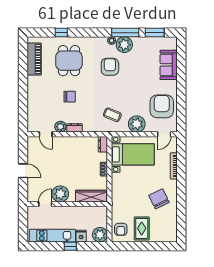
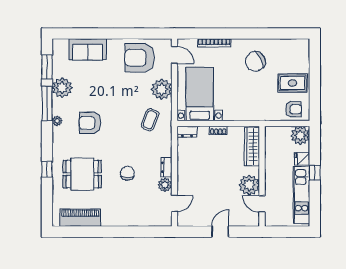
window: (61, 33) -> (47, 169), moved
plant: (124, 45) -> (62, 88), moved

